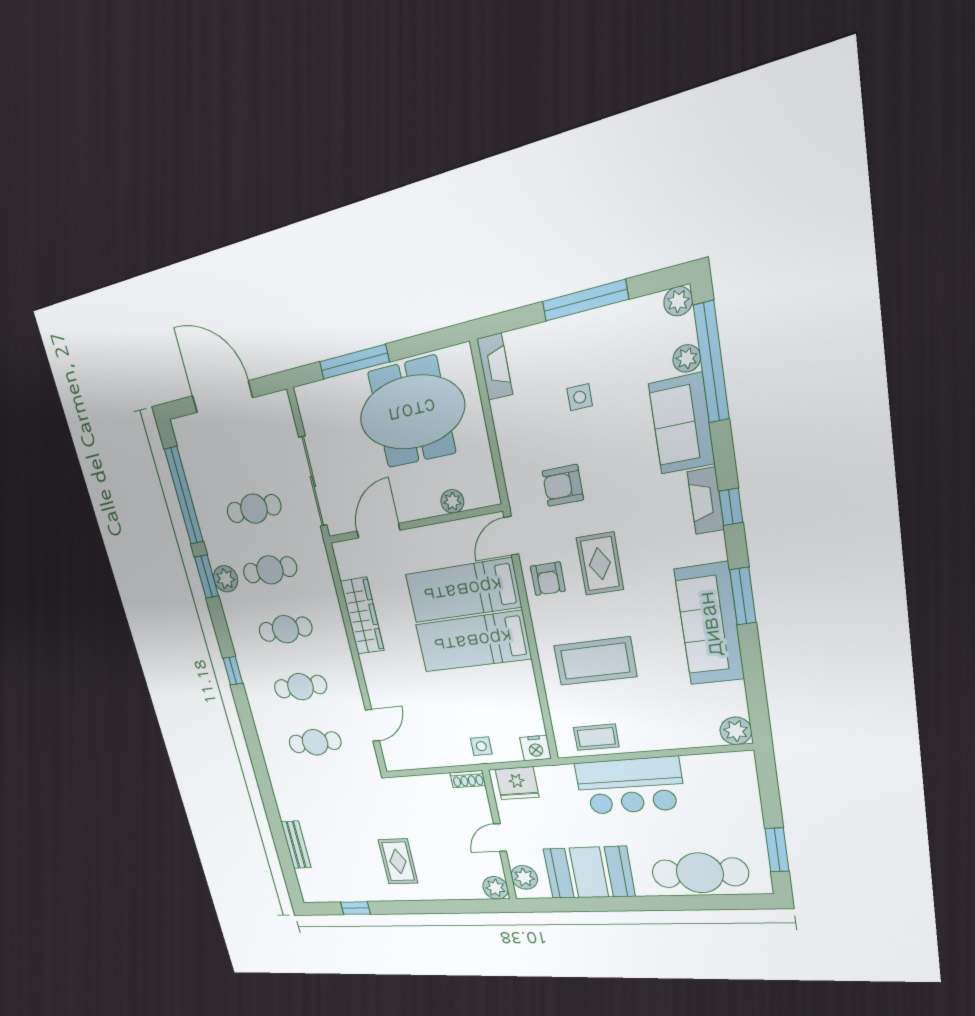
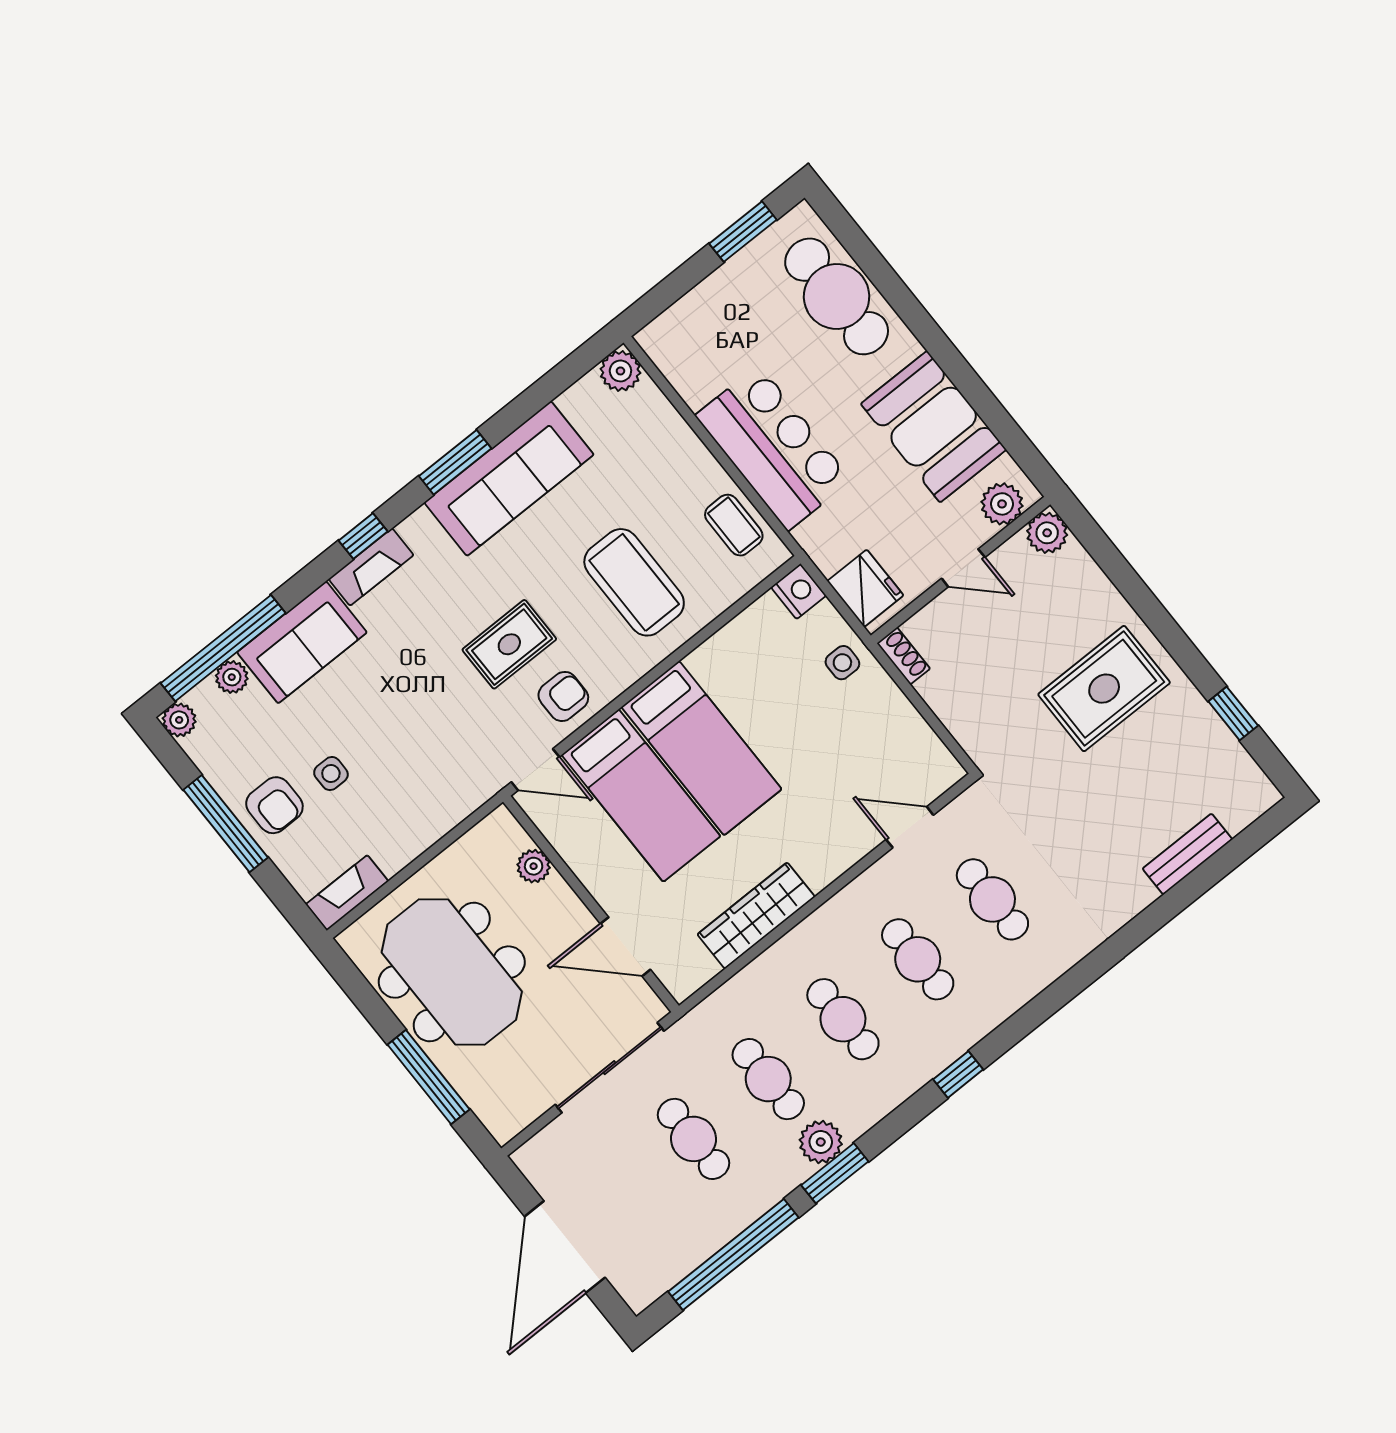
armchair: (563, 485) -> (274, 805), moved
rug: (398, 861) -> (1104, 689), width x1.36, depth x1.43

